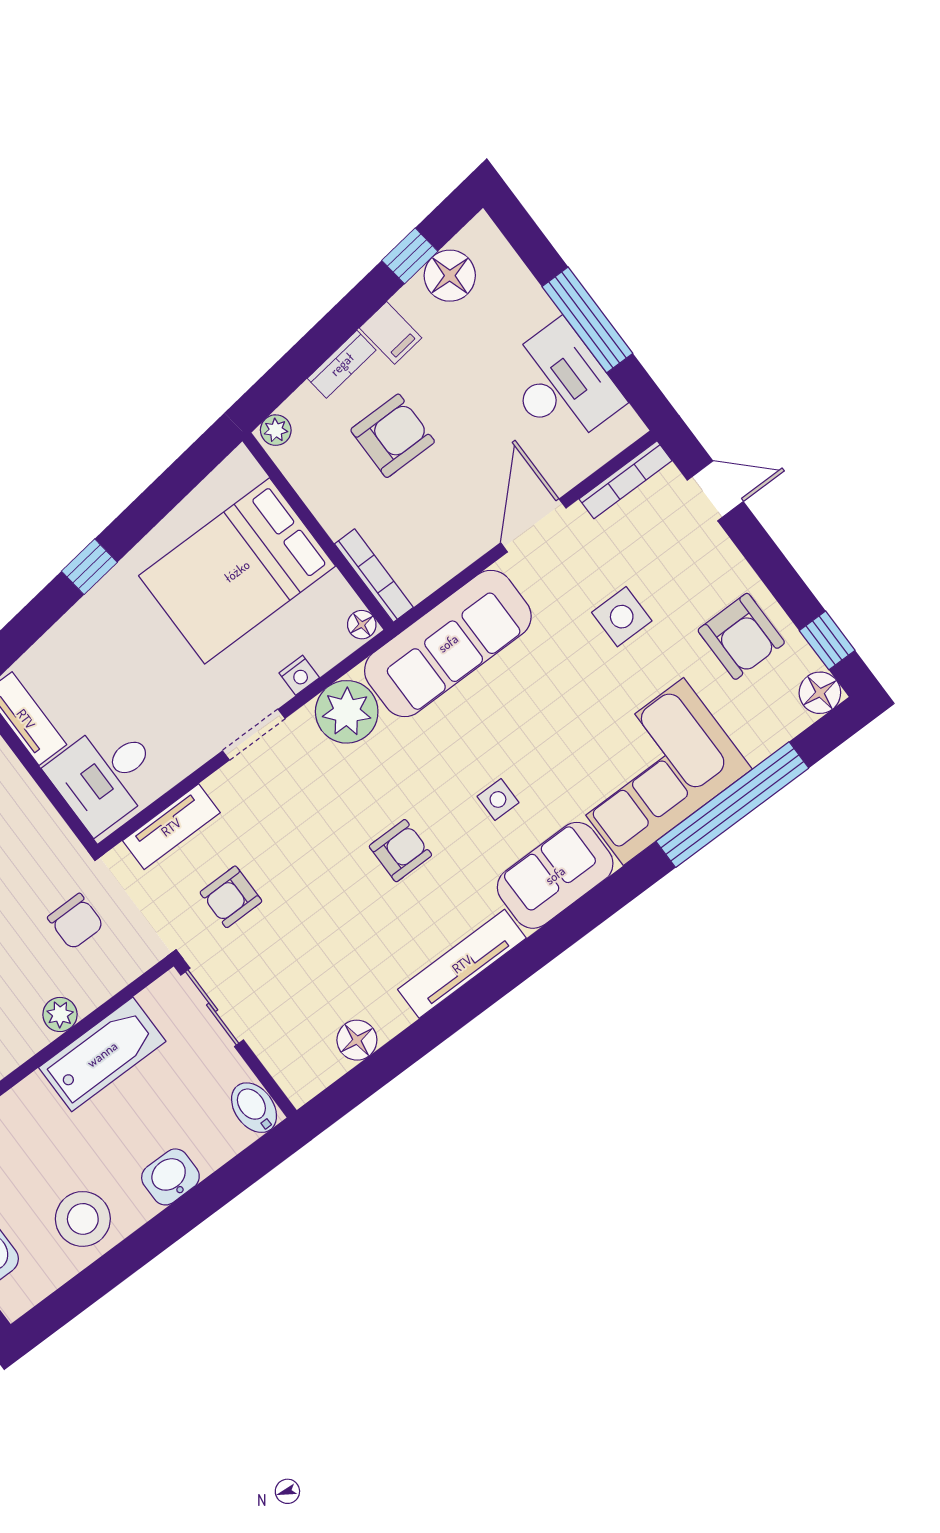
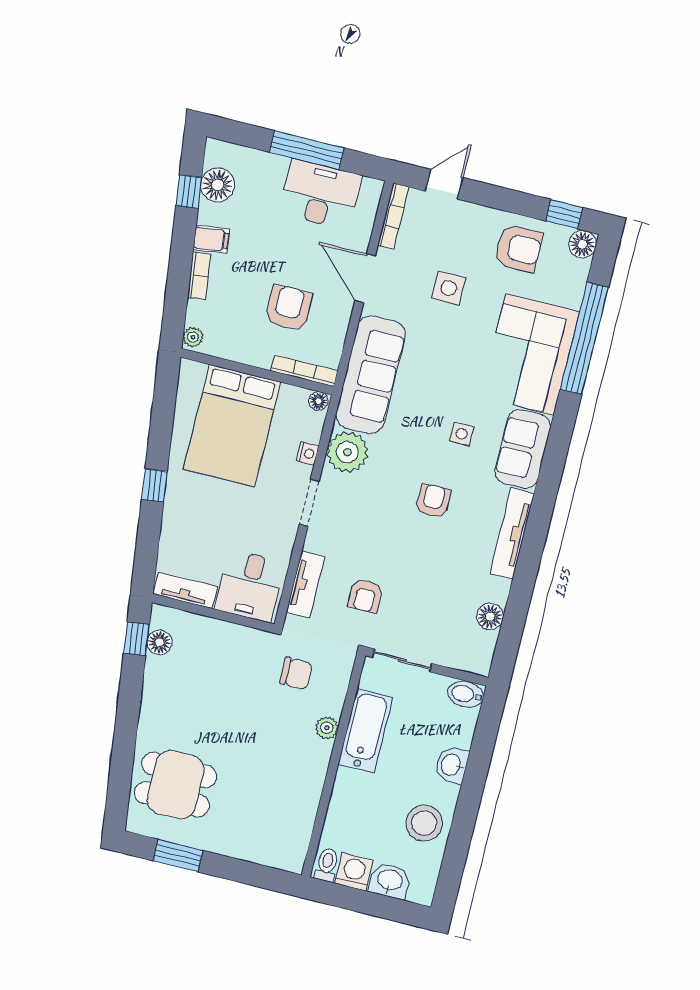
armchair: (393, 436) -> (288, 308), moved

